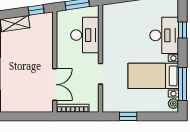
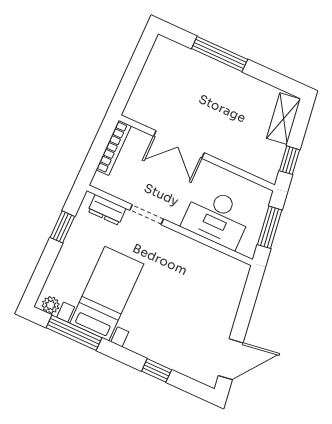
desk: (164, 35) -> (161, 339), removed
double door: (55, 85) -> (179, 145), moved
dresser: (108, 97) -> (107, 210), added

